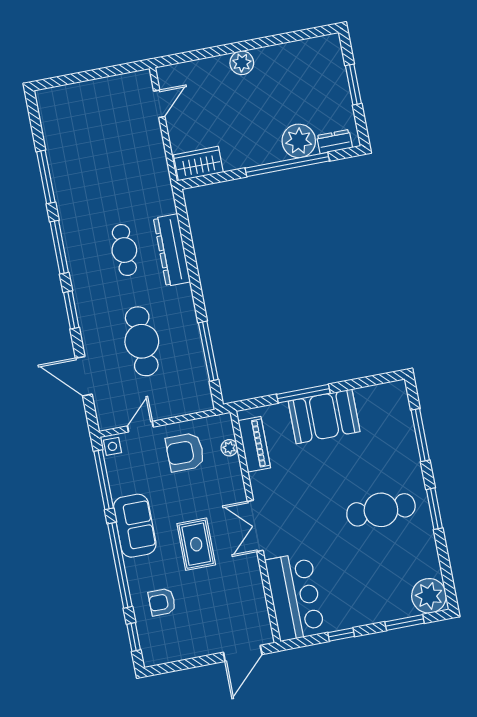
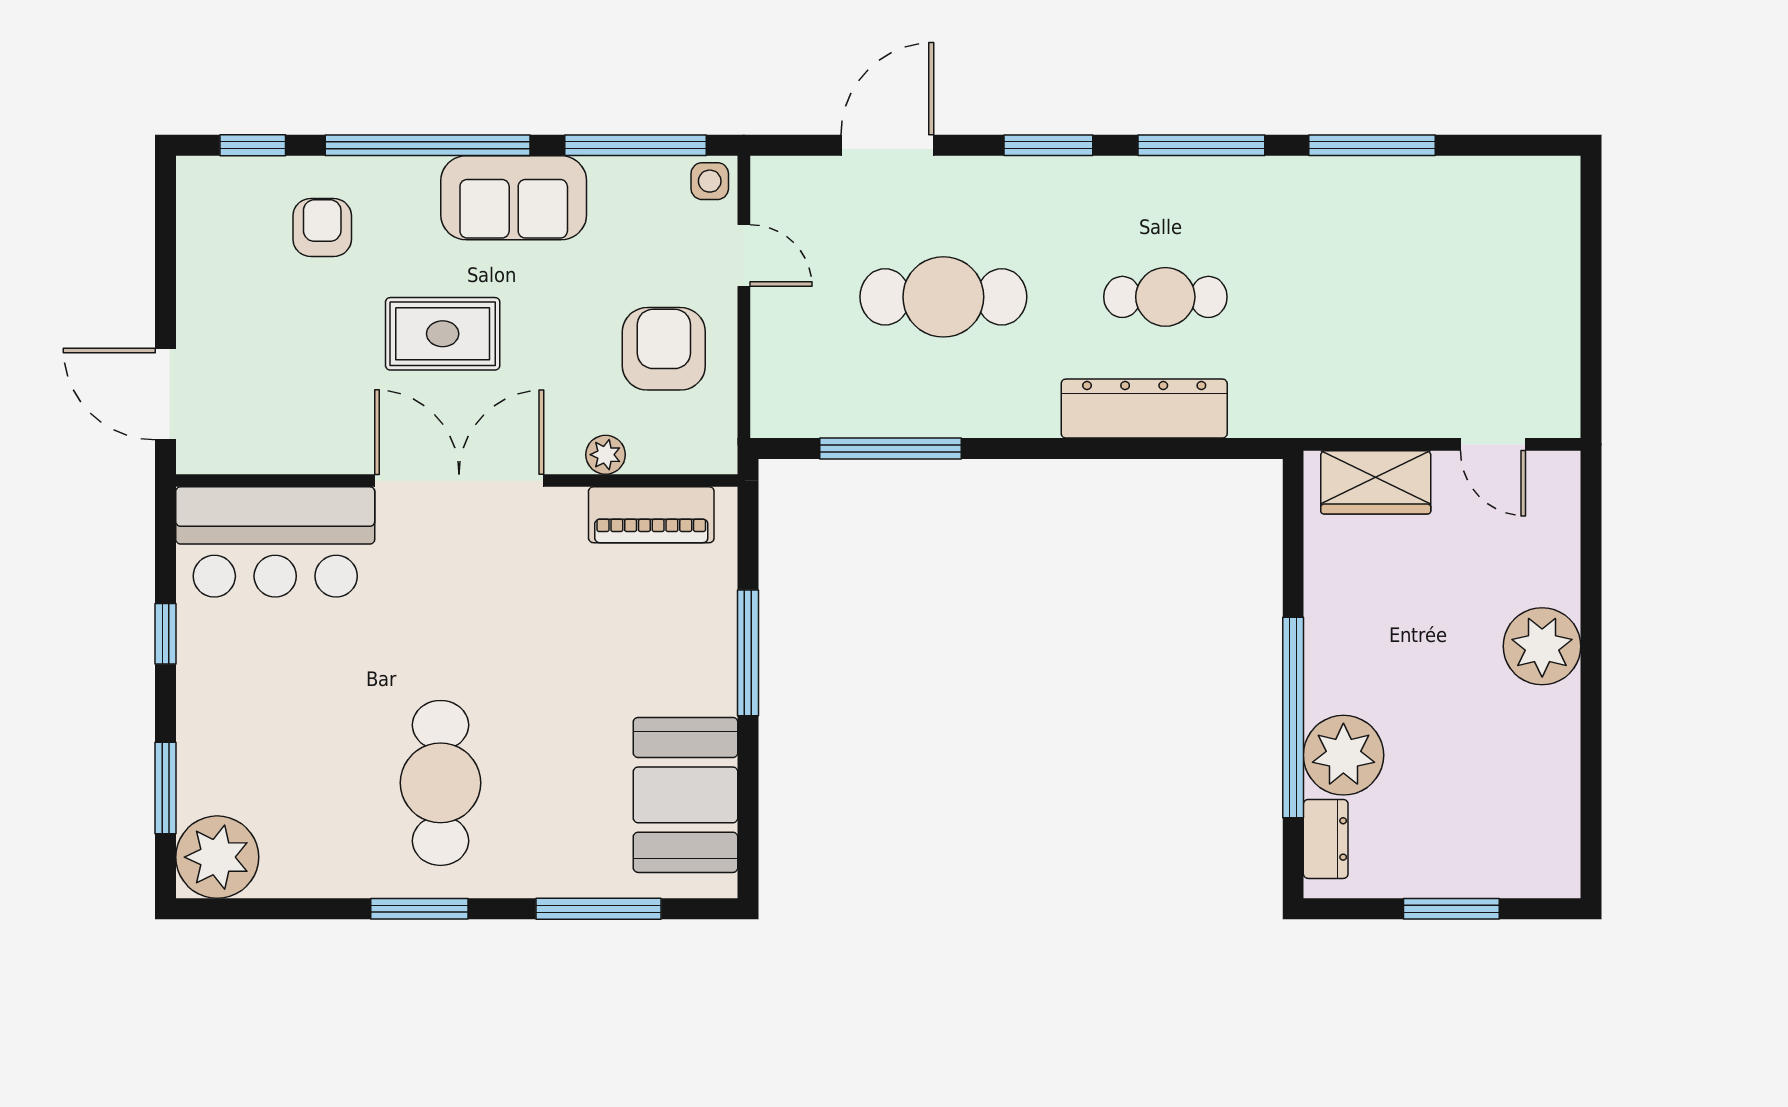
plant: (242, 63) -> (1542, 646), width x1.36, depth x1.36
wardrobe: (198, 164) -> (1376, 482), moved, turned 90
booth: (324, 416) -> (686, 795), moved
plant: (229, 448) -> (606, 455), moved
double door: (255, 526) -> (459, 481), width x1.37

